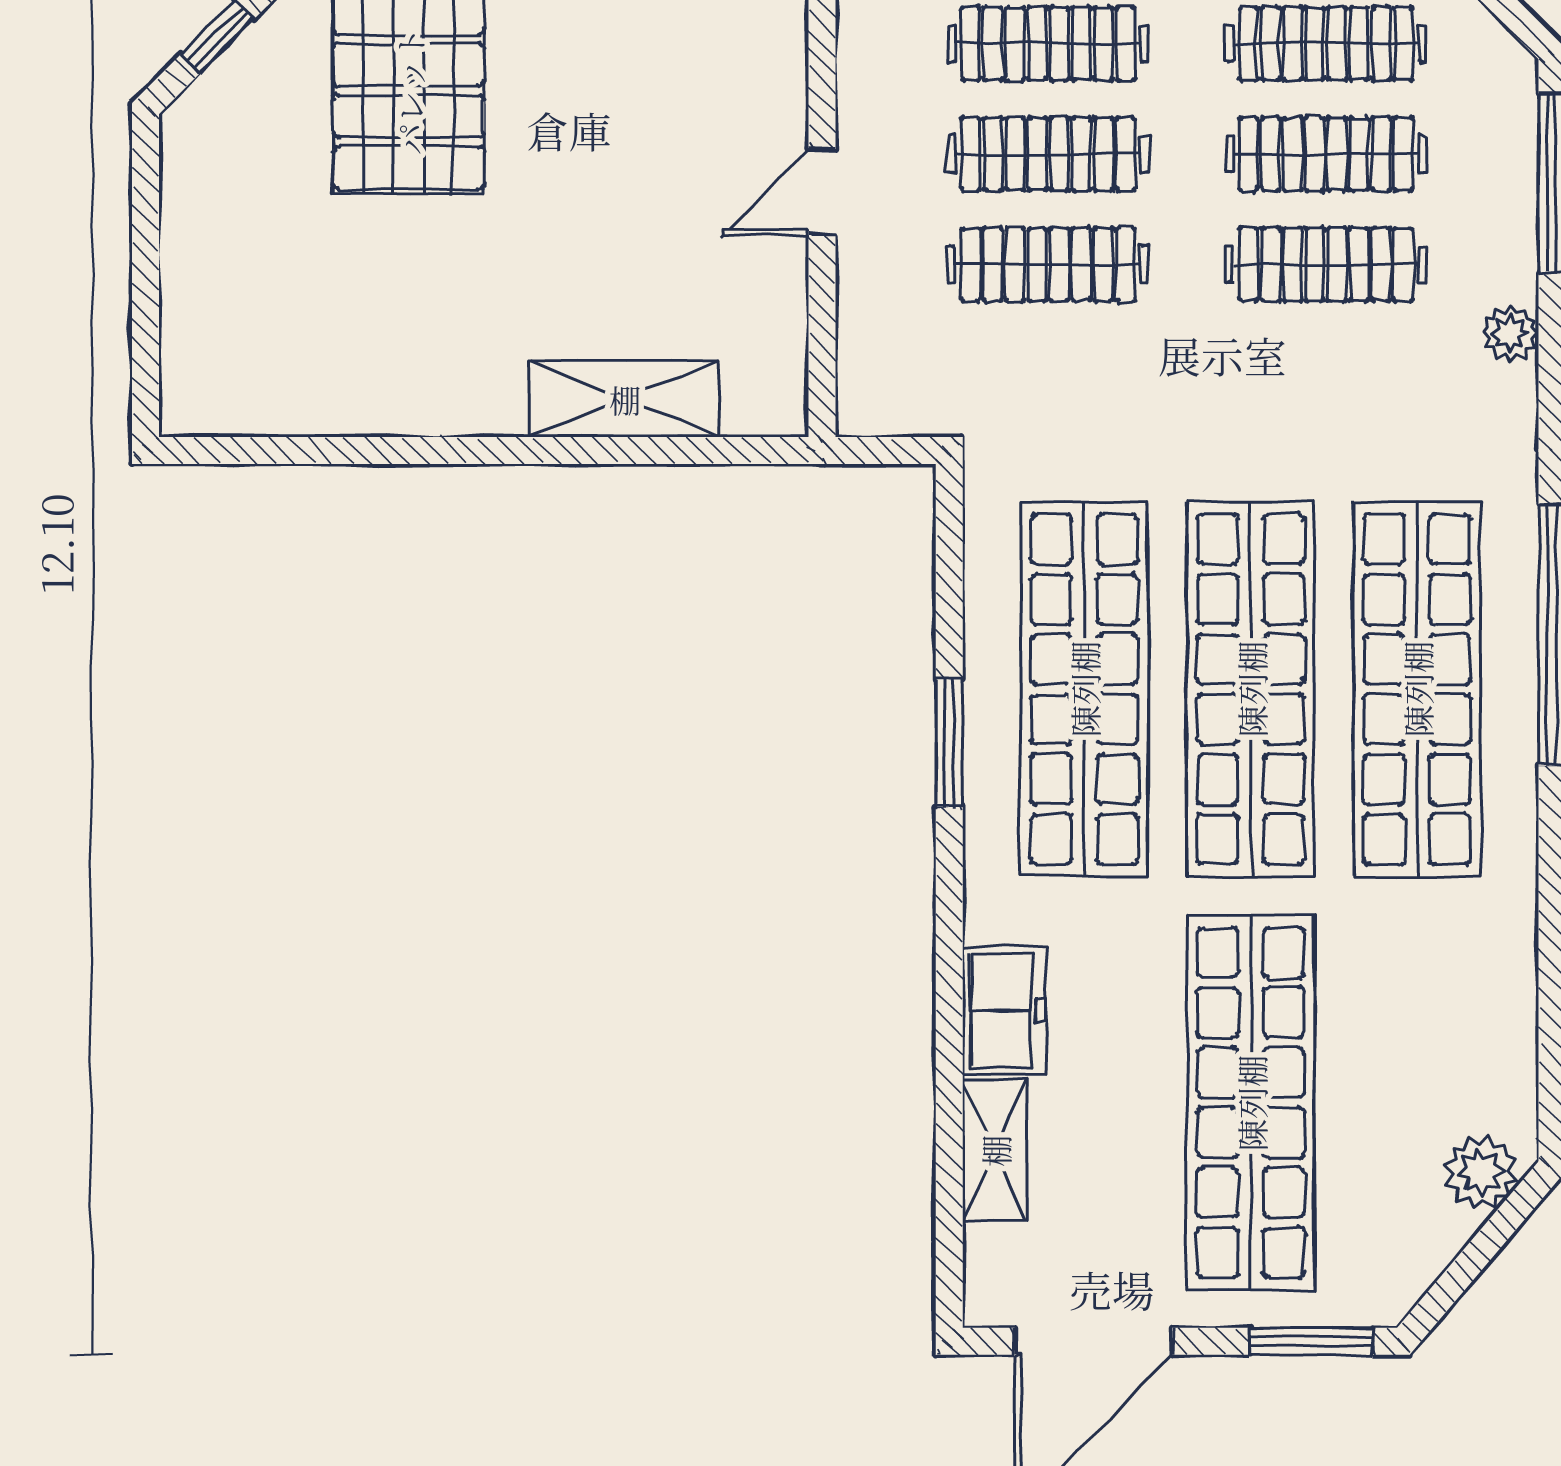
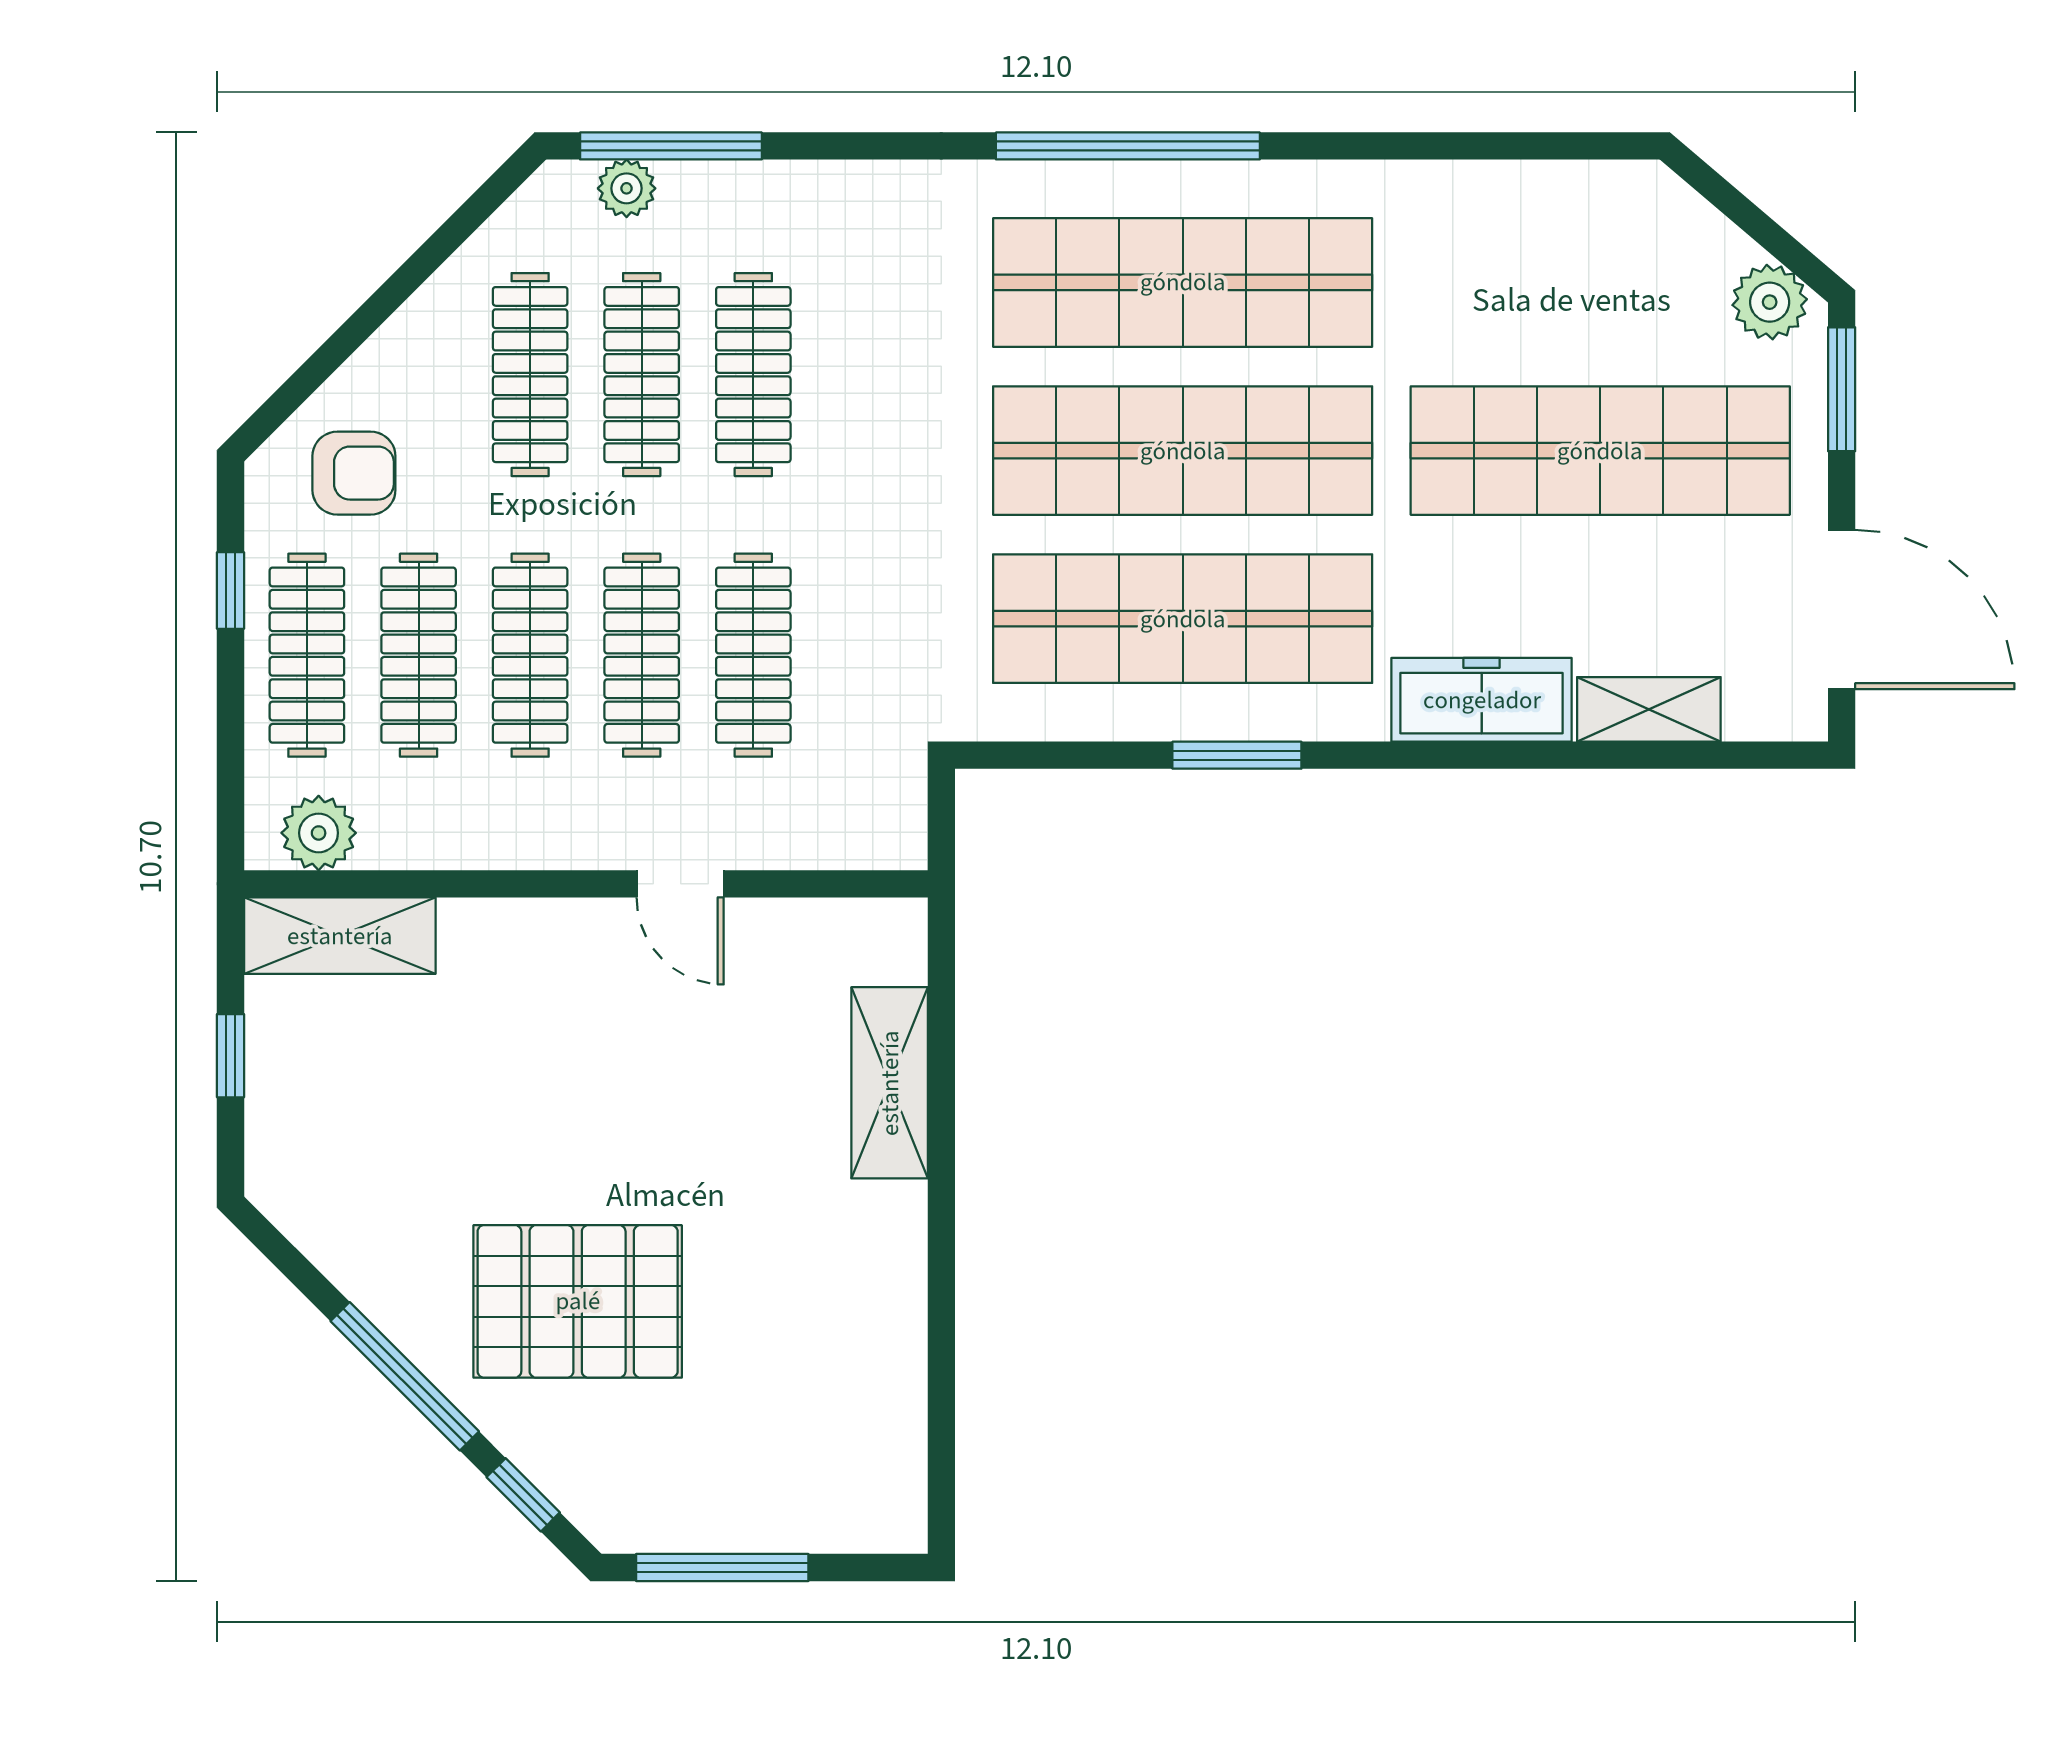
window: (145, 234) -> (722, 1567), added
plant: (1510, 333) -> (627, 188), moved
freezer: (1004, 1010) -> (1482, 700), width x1.40
plant: (1481, 1172) -> (1770, 302), moved

